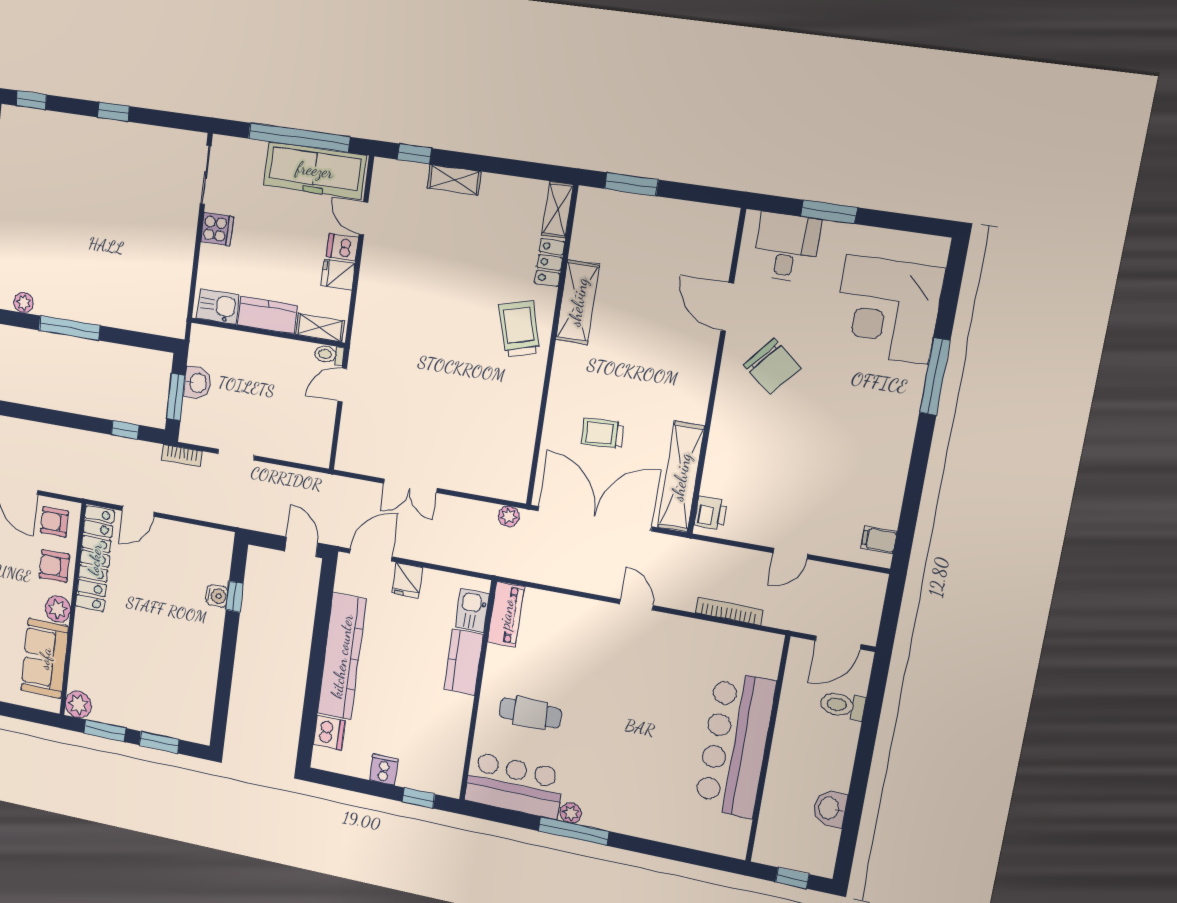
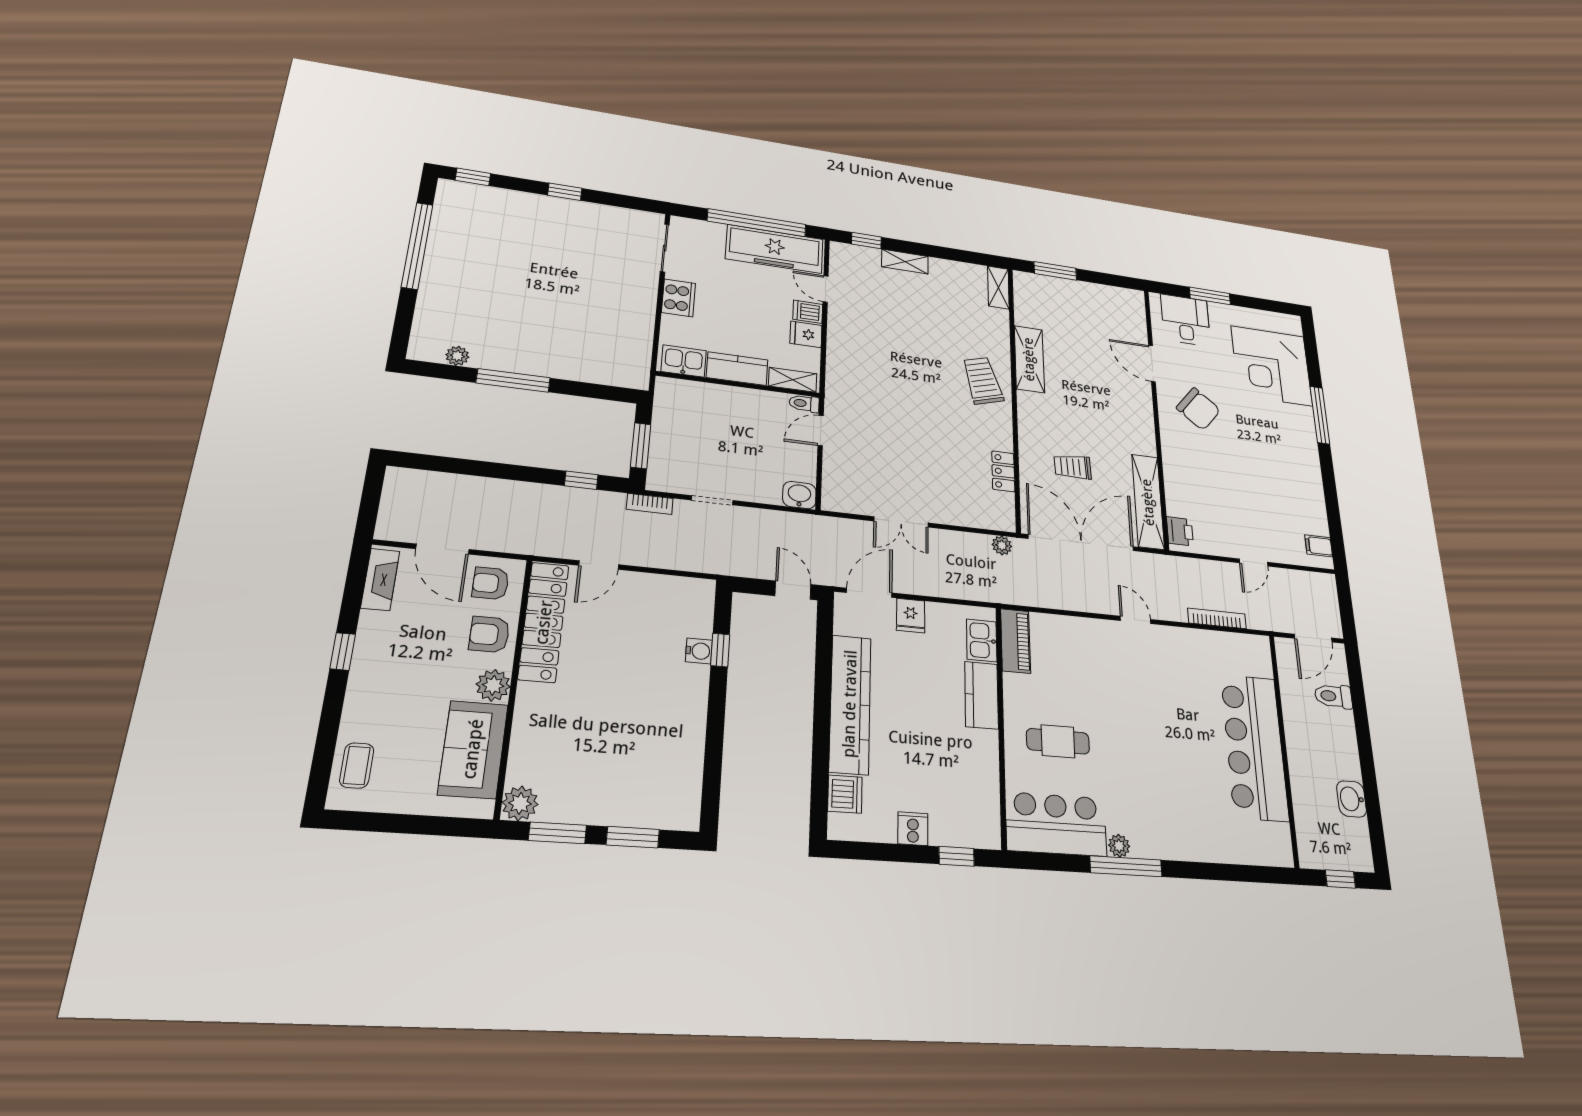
cooker: (217, 229) -> (678, 298), width x1.36
locker: (550, 263) -> (1003, 471), moved
washbasin: (197, 383) -> (799, 495), moved, turned -90

